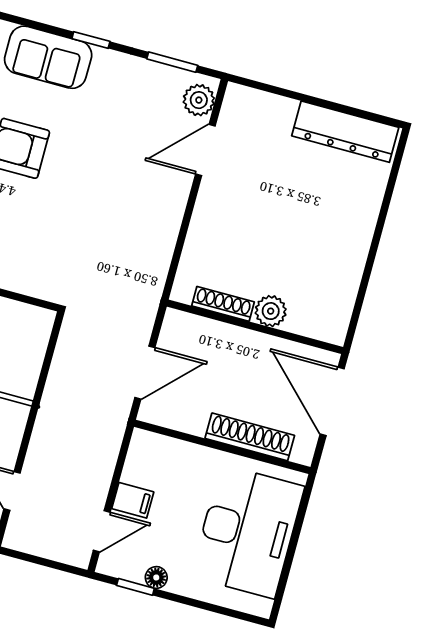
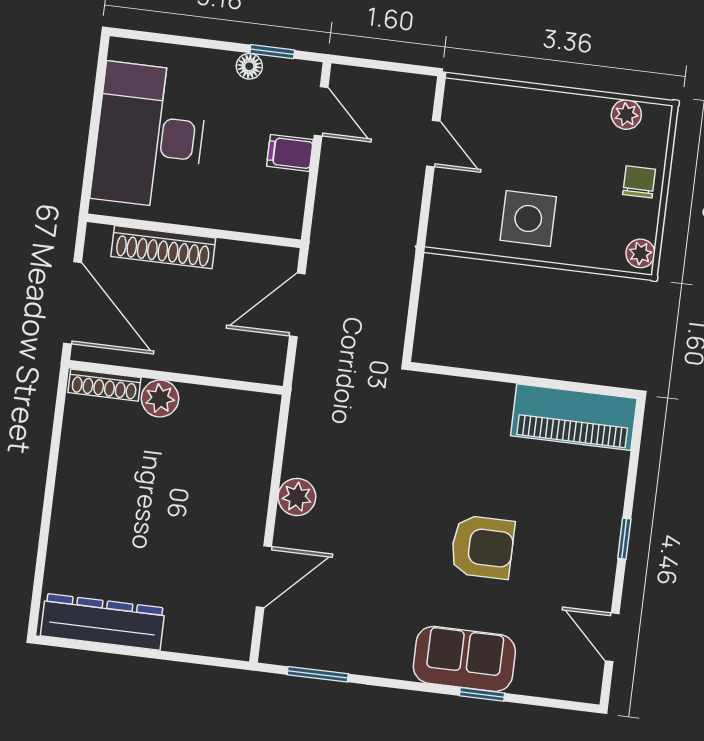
window: (91, 40) -> (482, 694), moved
plant: (199, 100) -> (297, 497), moved
shoe rack: (223, 304) -> (104, 385), moved
door: (102, 531) -> (321, 111), swing flipped

